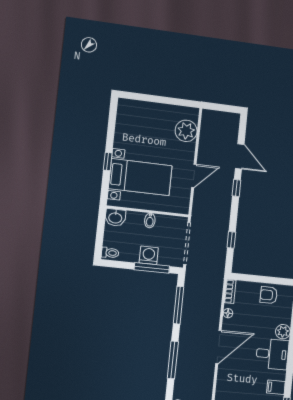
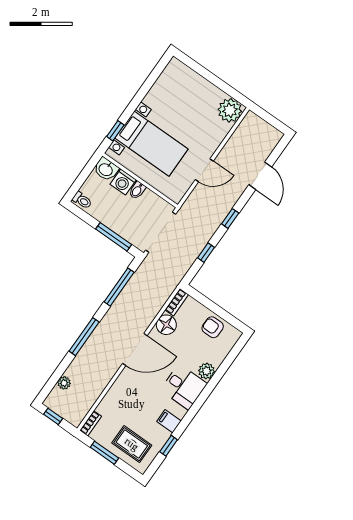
plant: (186, 131) -> (230, 110), moved
window: (108, 162) -> (115, 131), moved
window: (236, 188) -> (230, 218), moved
washing machine: (149, 255) -> (123, 182), moved, turned 180
floor lamp: (228, 313) -> (166, 325), width x1.89, depth x1.89

